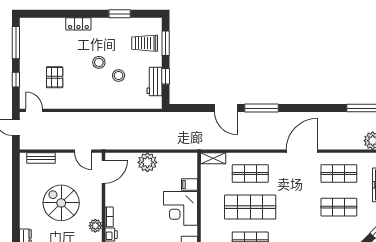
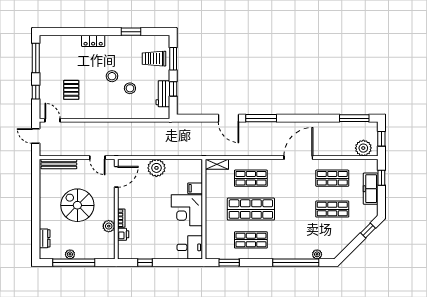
bench: (41, 158) -> (59, 164), width x1.36

